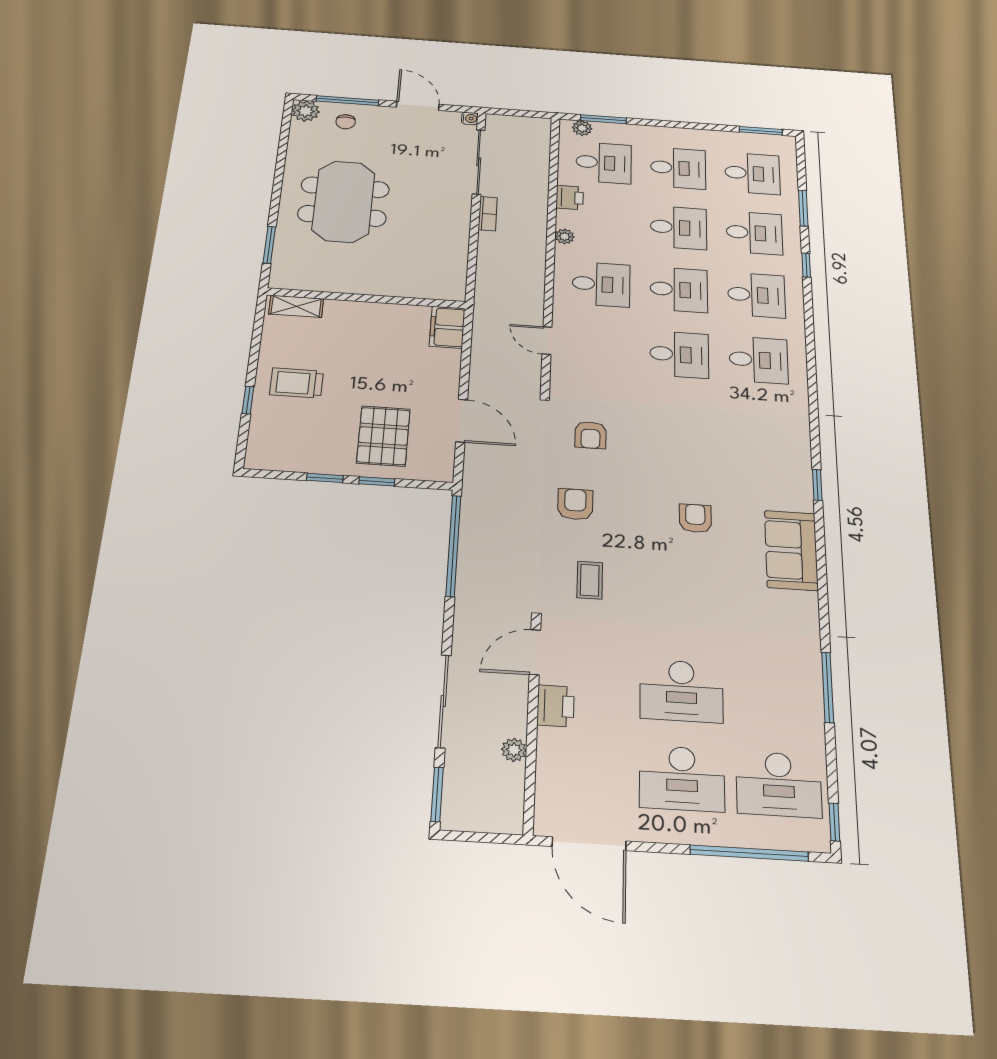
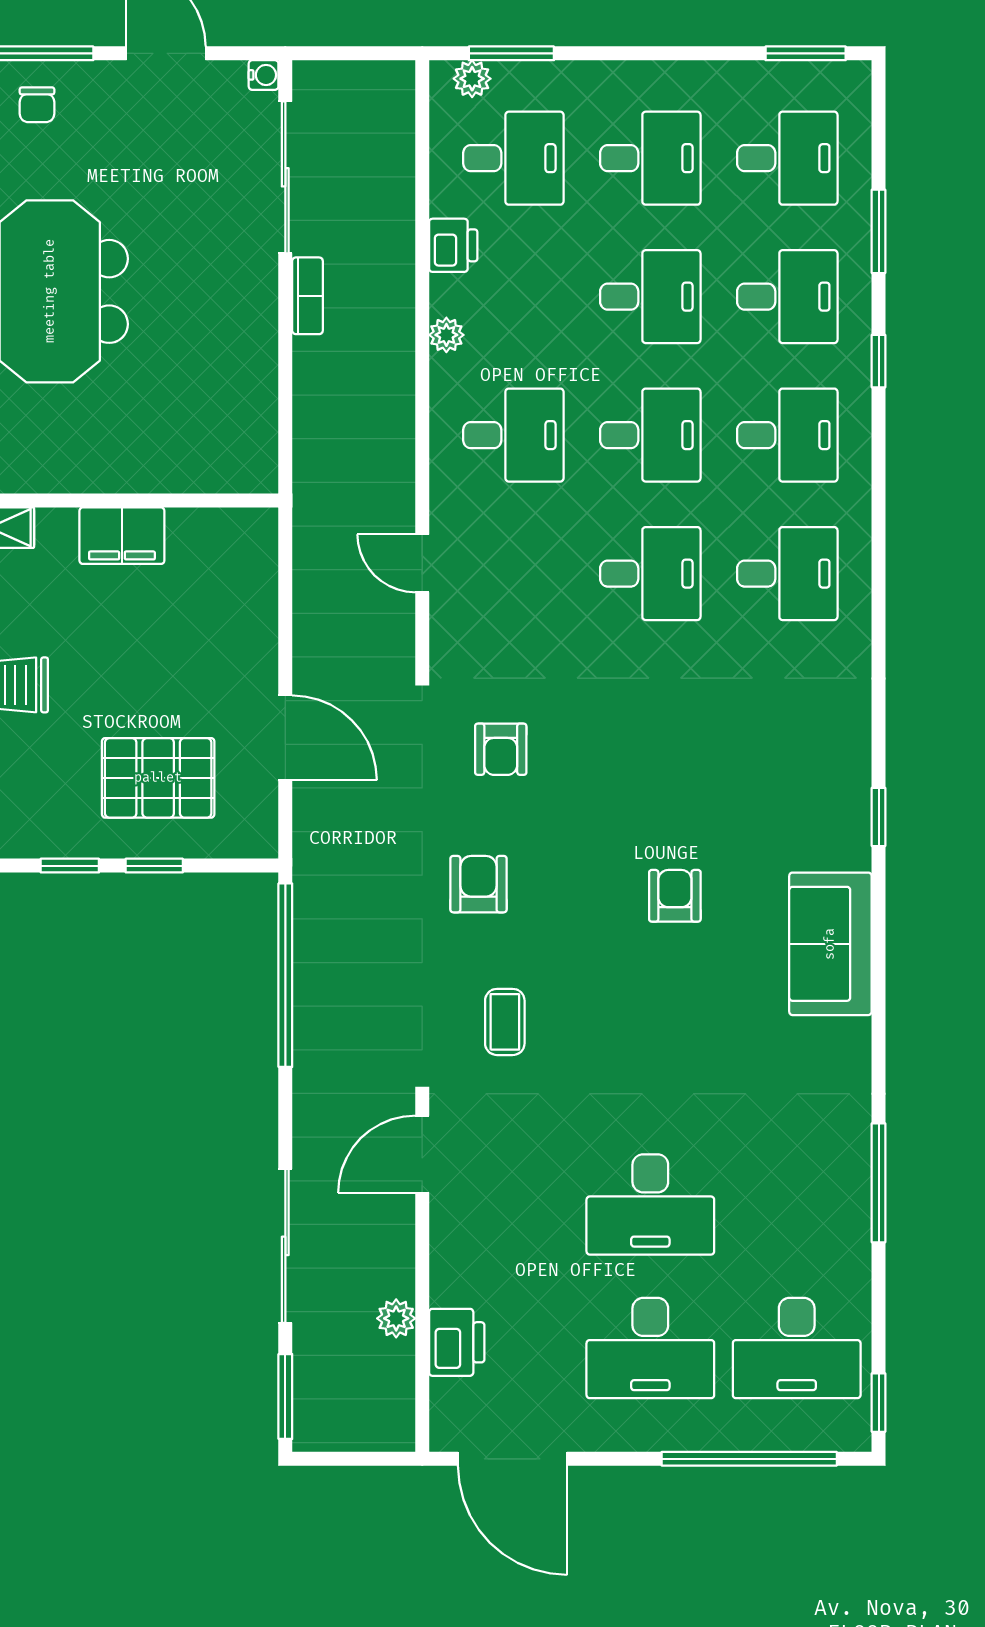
filing cabinet: (447, 327) -> (122, 536), moved, turned -90
pallet: (383, 436) -> (158, 778), turned 90
printer: (556, 706) -> (457, 1342), moved

